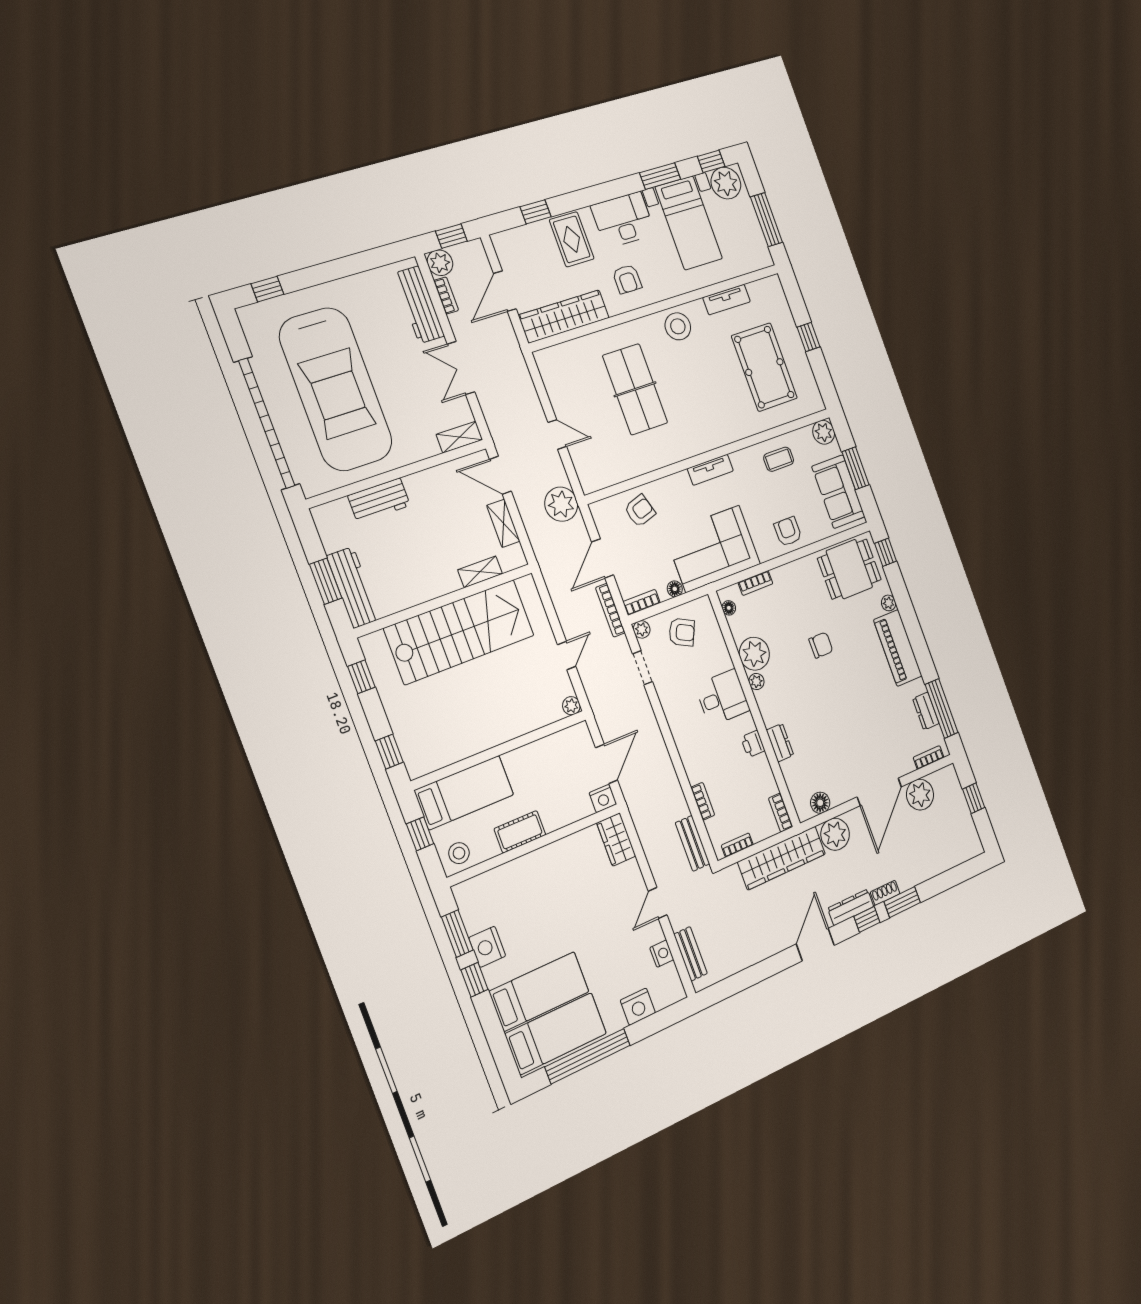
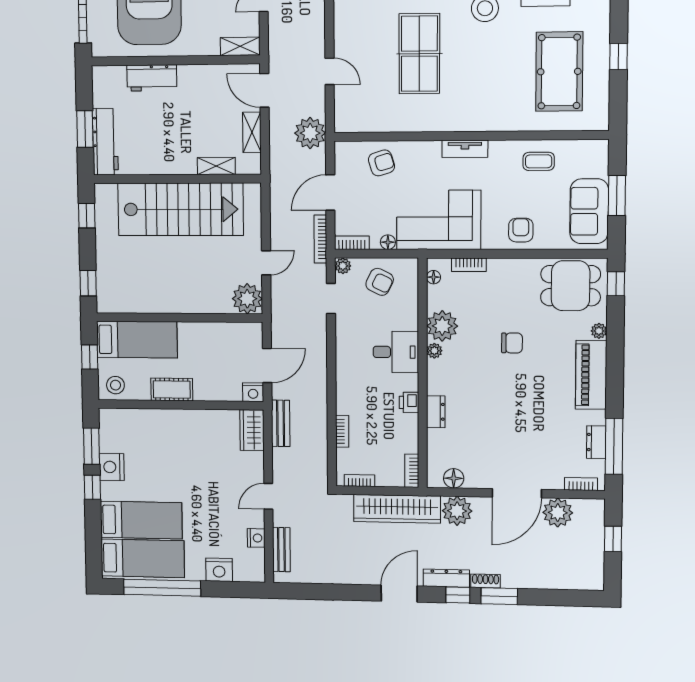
plant: (824, 432) -> (597, 151), removed
plant: (571, 706) -> (247, 299), width x1.87, depth x1.87
bench: (692, 843) -> (281, 423), moved

